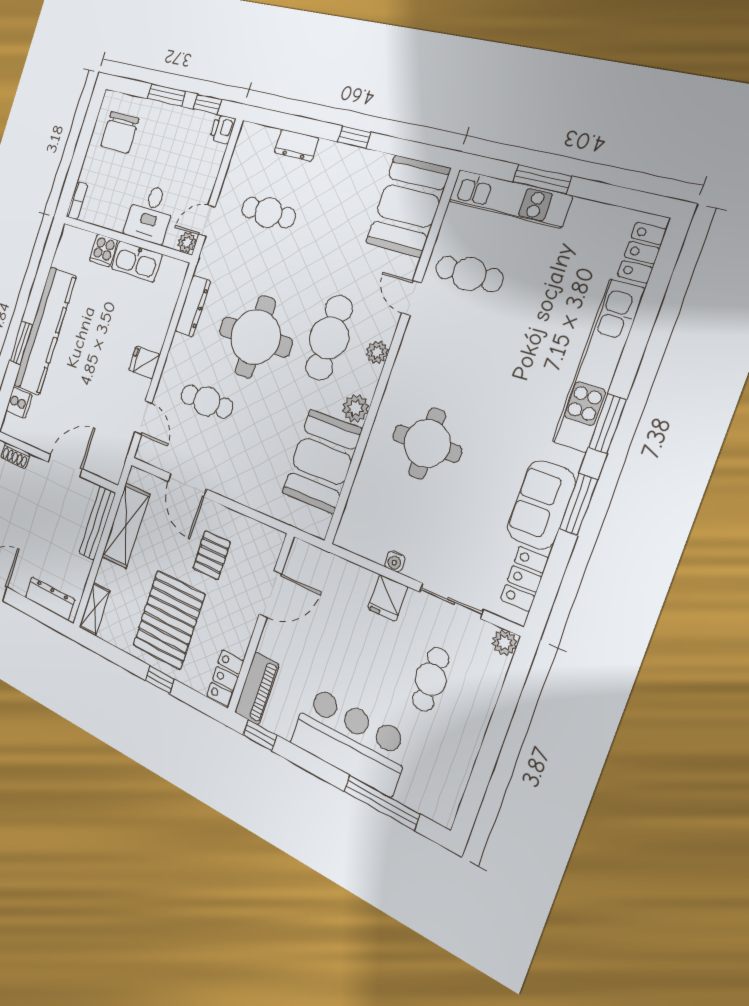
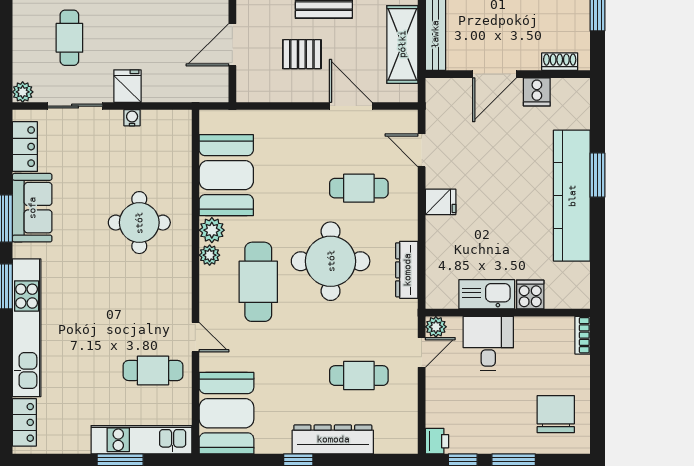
dresser: (296, 145) -> (333, 439), width x1.96, depth x1.24
plant: (377, 352) -> (210, 255), moved
cooker: (19, 403) -> (537, 92), moved, turned -90
pallet: (212, 555) -> (302, 54), turned 90

